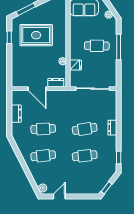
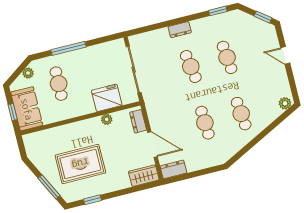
rug: (36, 35) -> (80, 164), turned 90
cafe table: (97, 46) -> (59, 84), moved
fridge: (76, 65) -> (107, 98), width x1.88, depth x1.34
wardrobe: (17, 77) -> (144, 176), added
door: (37, 89) -> (152, 145), hinge flipped
dresser: (16, 114) -> (173, 169), moved
door: (59, 197) -> (285, 55), moved

